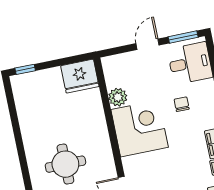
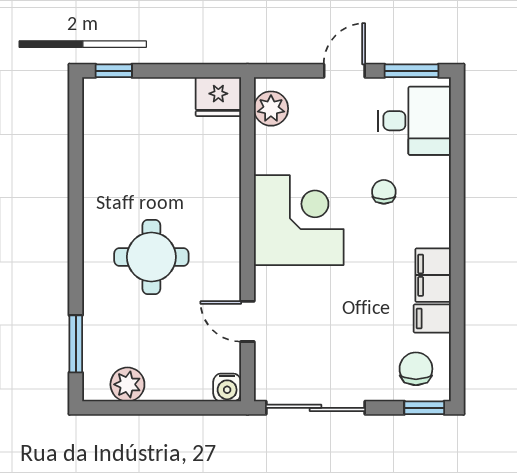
fridge: (80, 76) -> (218, 97), width x0.73, depth x0.75
plant: (118, 97) -> (271, 109), moved

